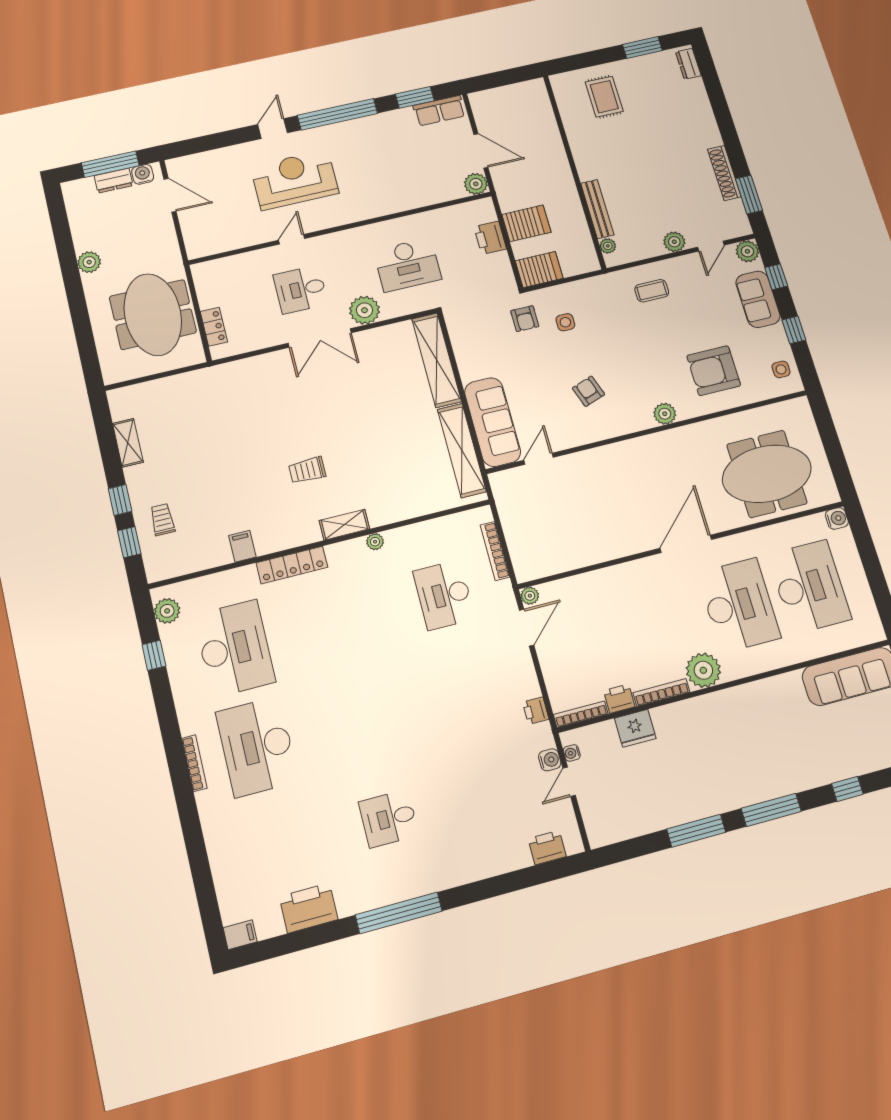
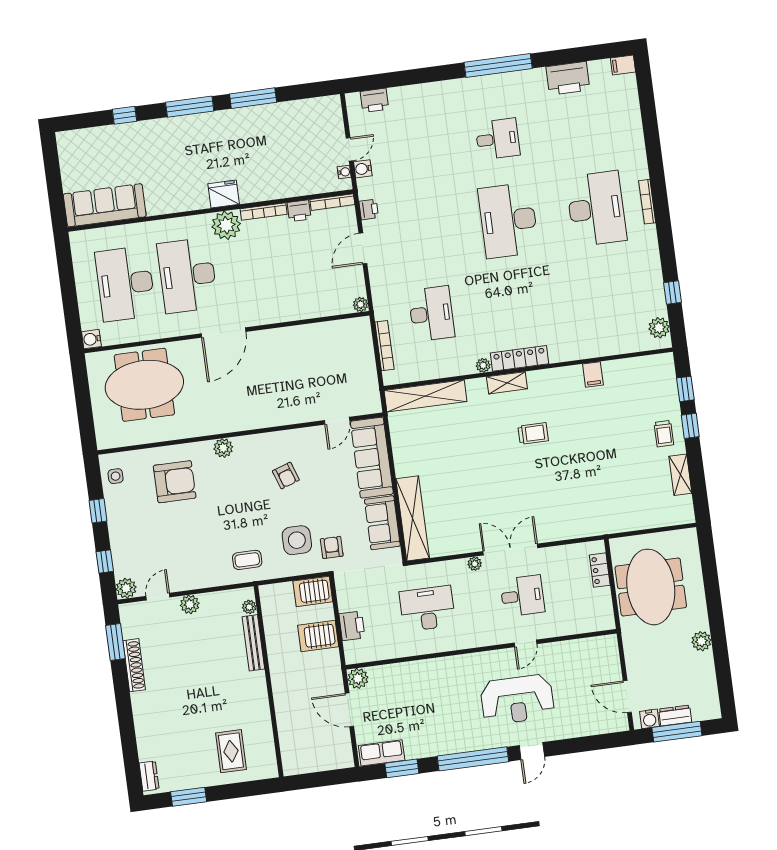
coffee table: (652, 291) -> (247, 560), moved
sofa: (758, 299) -> (382, 523), moved, turned 180
plant: (364, 310) -> (475, 564), width x0.53, depth x0.53
side table: (565, 322) -> (297, 540), width x1.87, depth x1.87
shelving: (462, 450) -> (426, 396), moved, turned 90
trolley: (162, 519) -> (664, 434), moved
locker: (292, 565) -> (520, 358), moved
door: (527, 628) -> (363, 248), moved
desk: (235, 648) -> (508, 220), moved
fridge: (635, 728) -> (224, 194), moved

